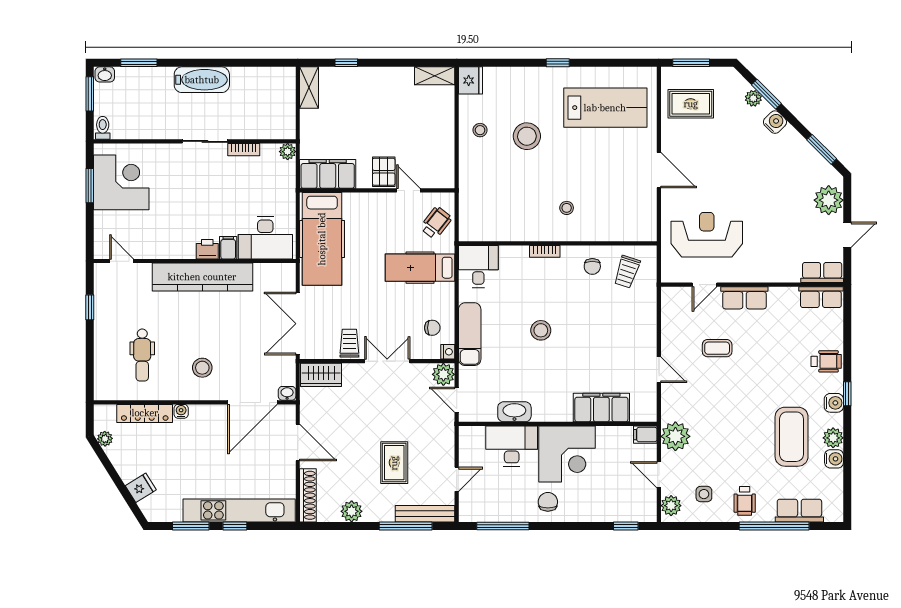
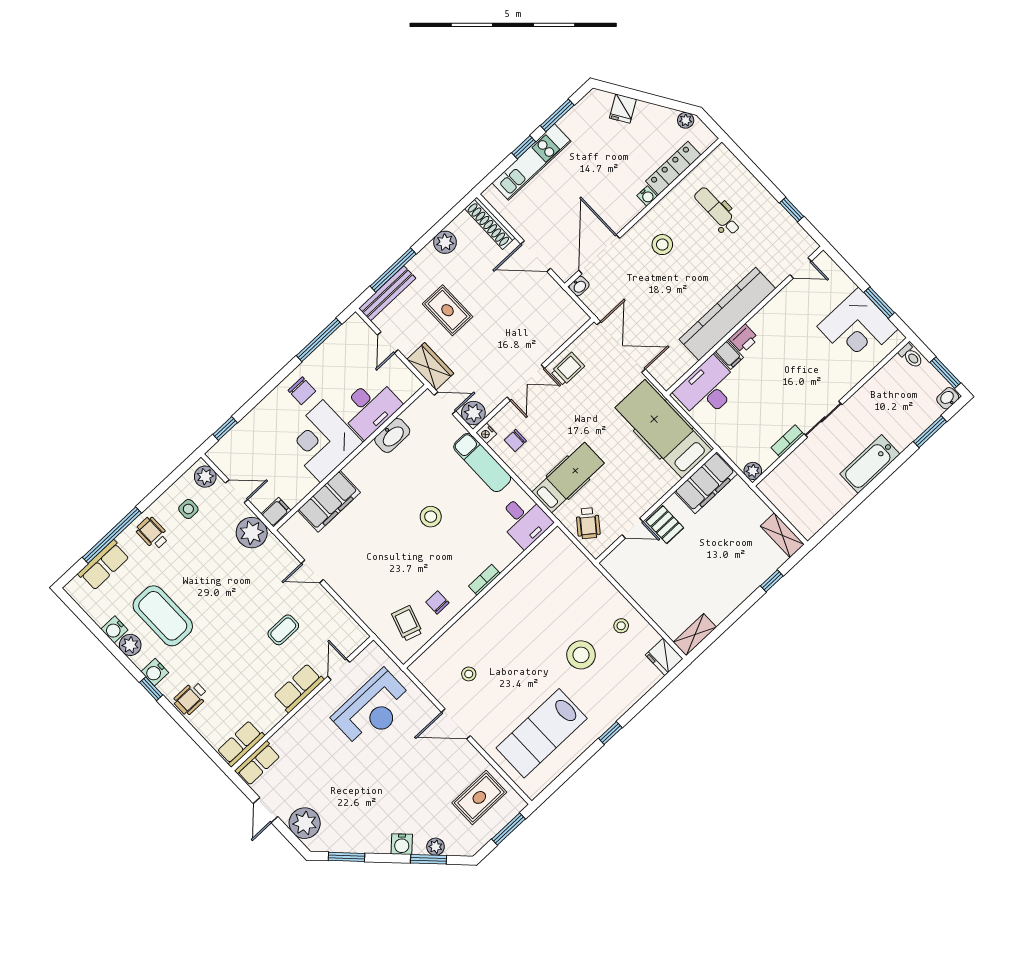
stool: (567, 208) -> (469, 674), moved
trolley: (349, 343) -> (568, 369), turned -90
wardrobe: (321, 375) -> (430, 366), moved, turned 90
kitchen unit: (239, 510) -> (531, 162), width x0.73

